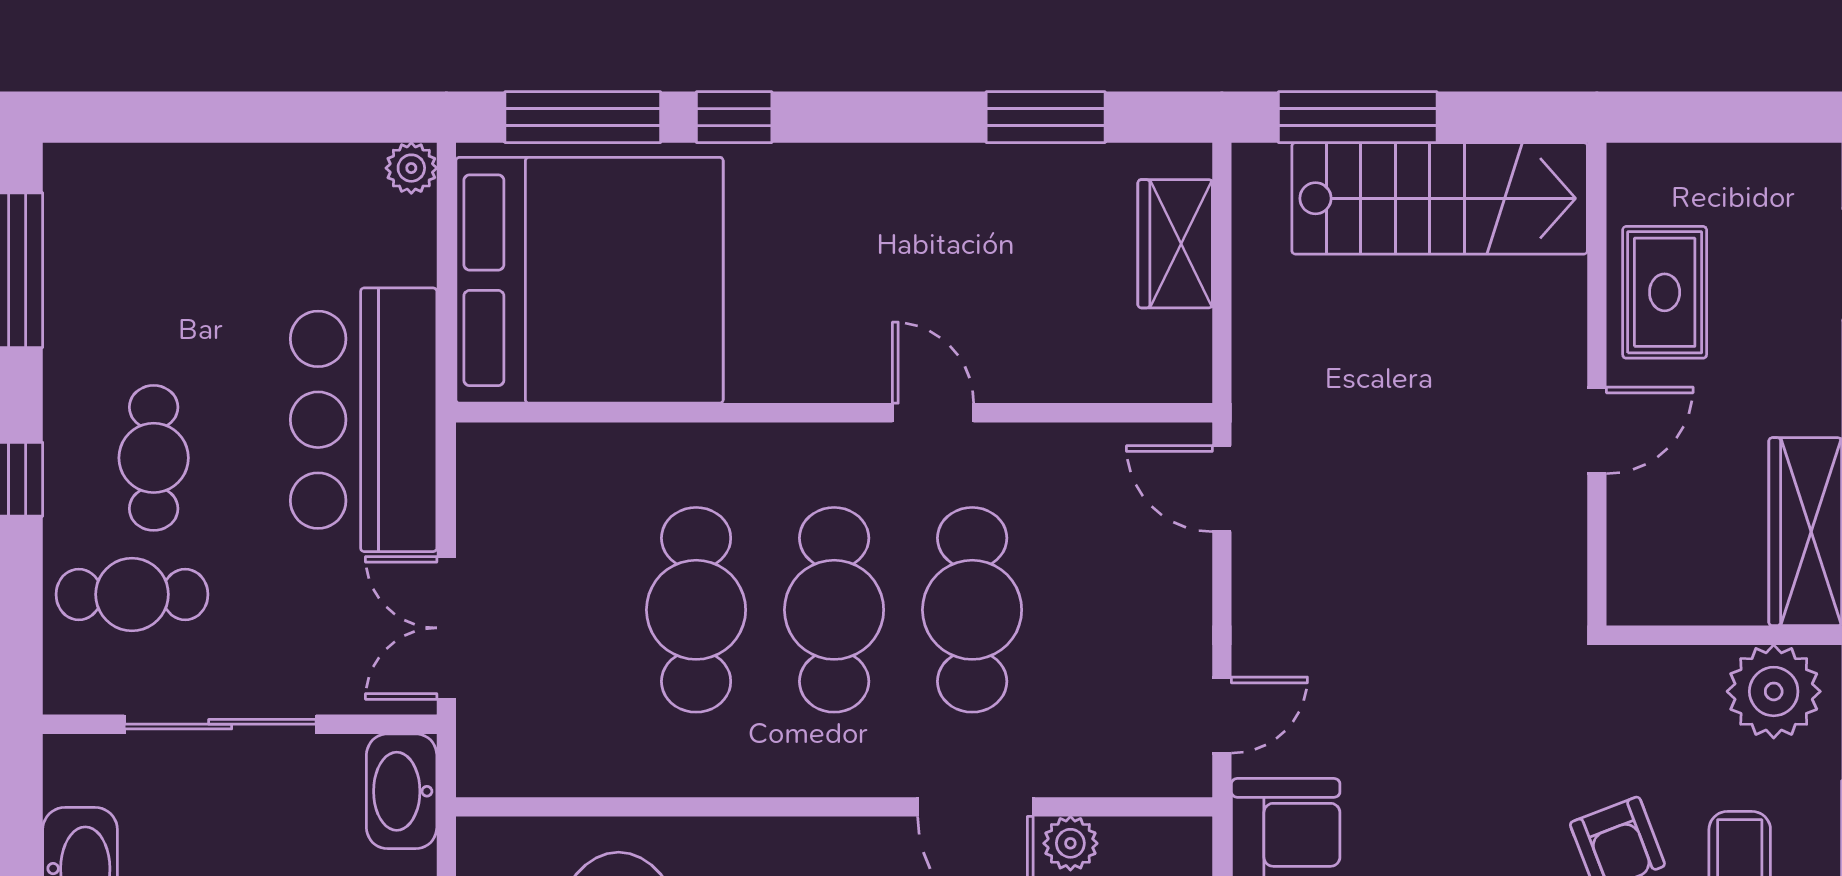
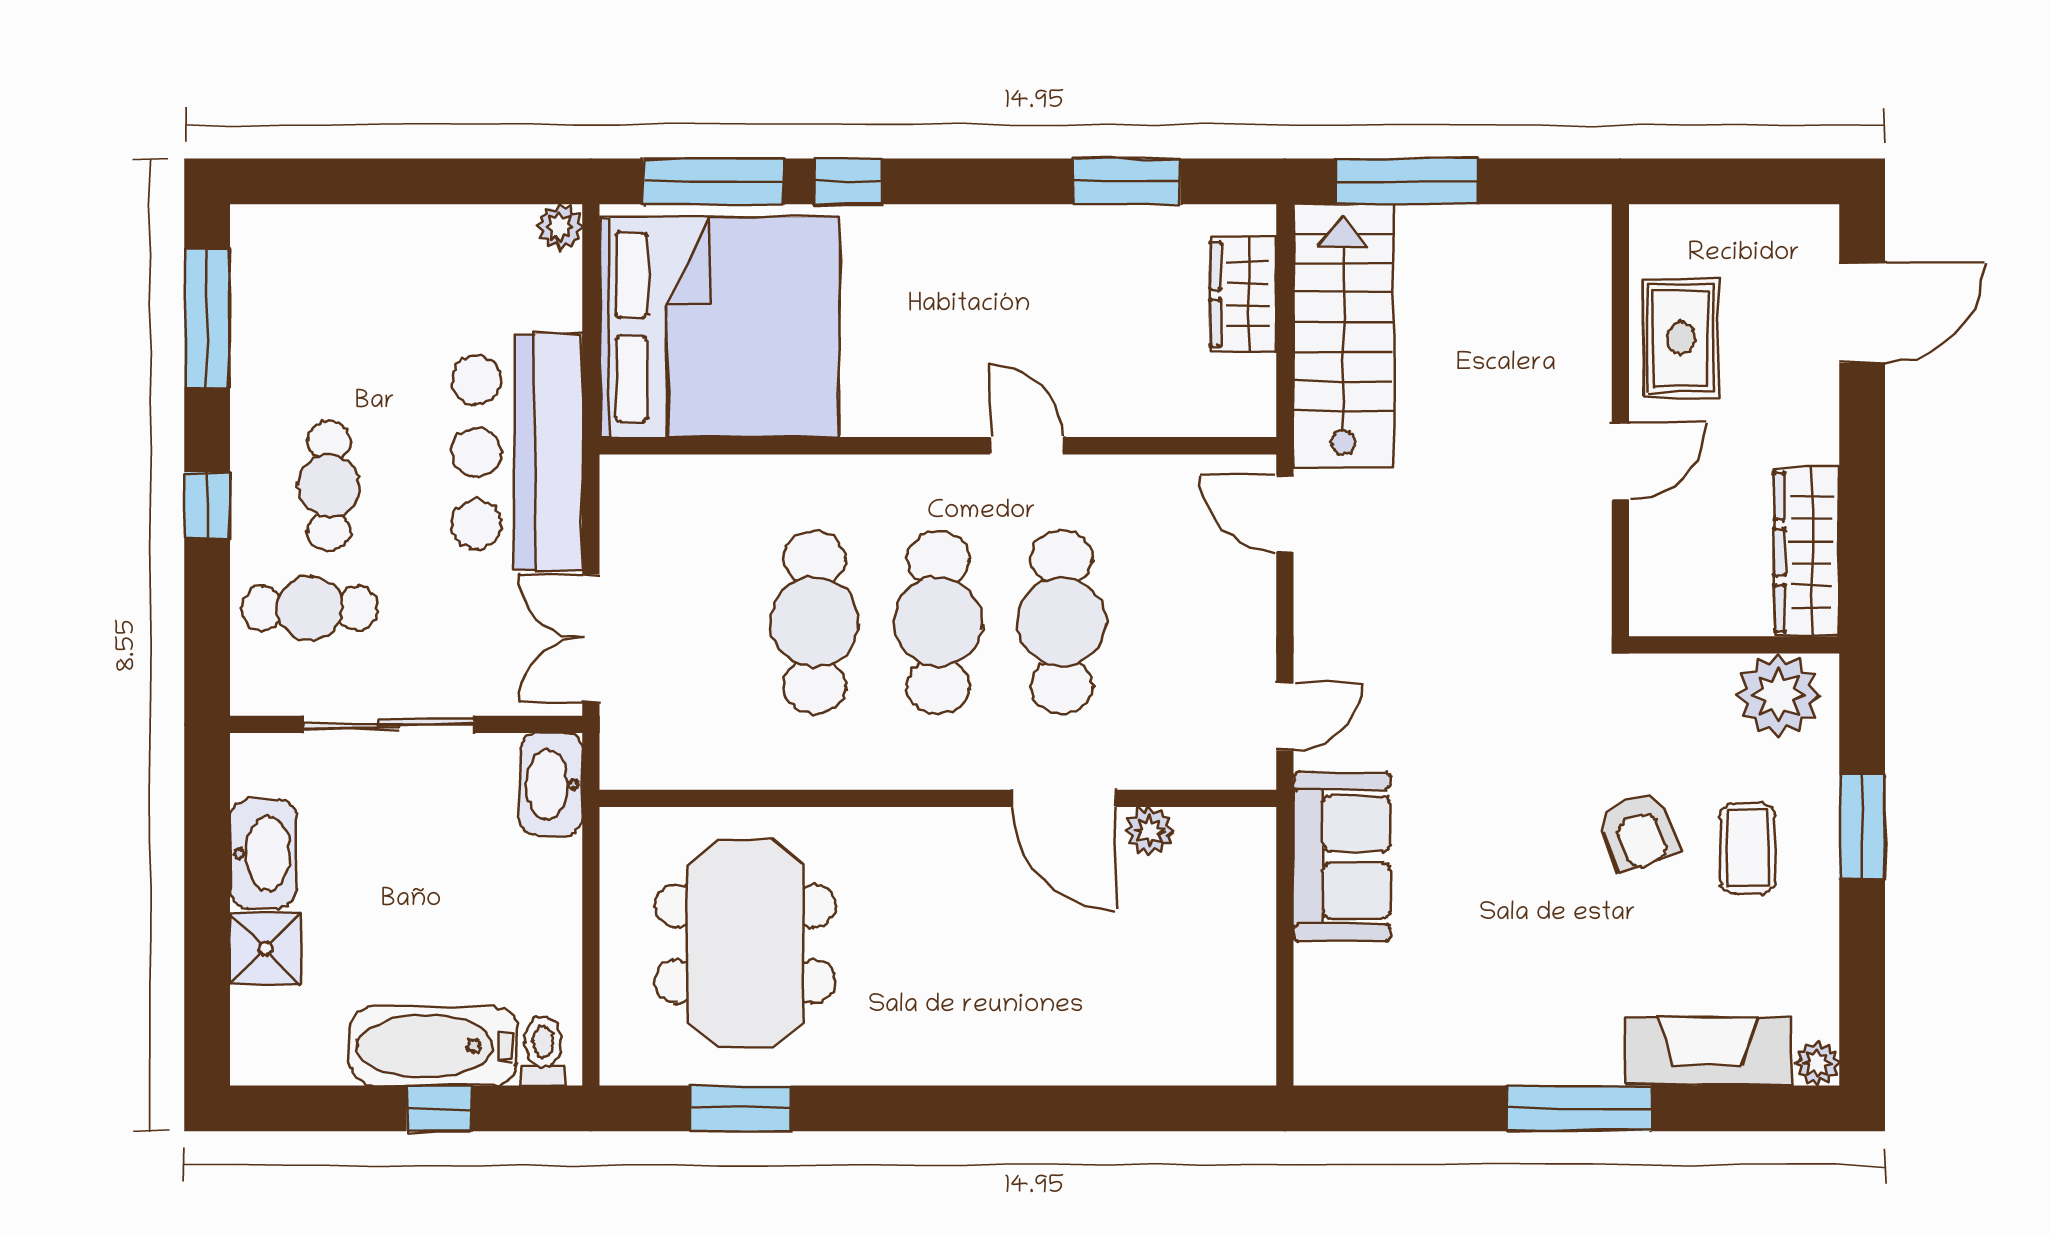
stairs: (1440, 198) -> (1343, 336), moved, turned -90

